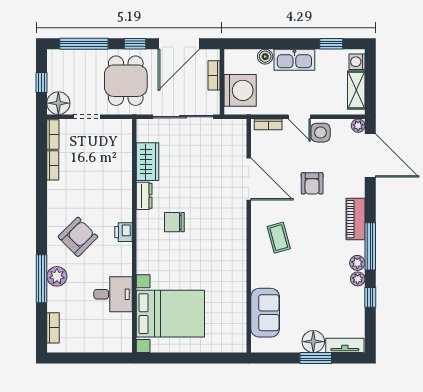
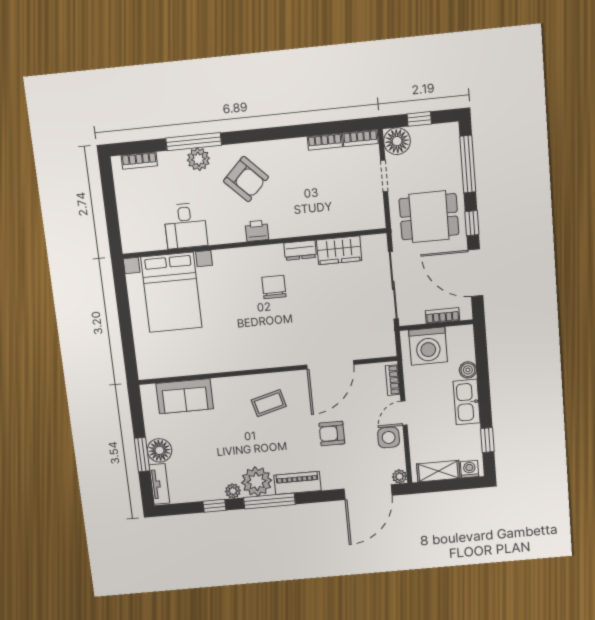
plant: (357, 263) -> (257, 481), width x1.88, depth x1.88

